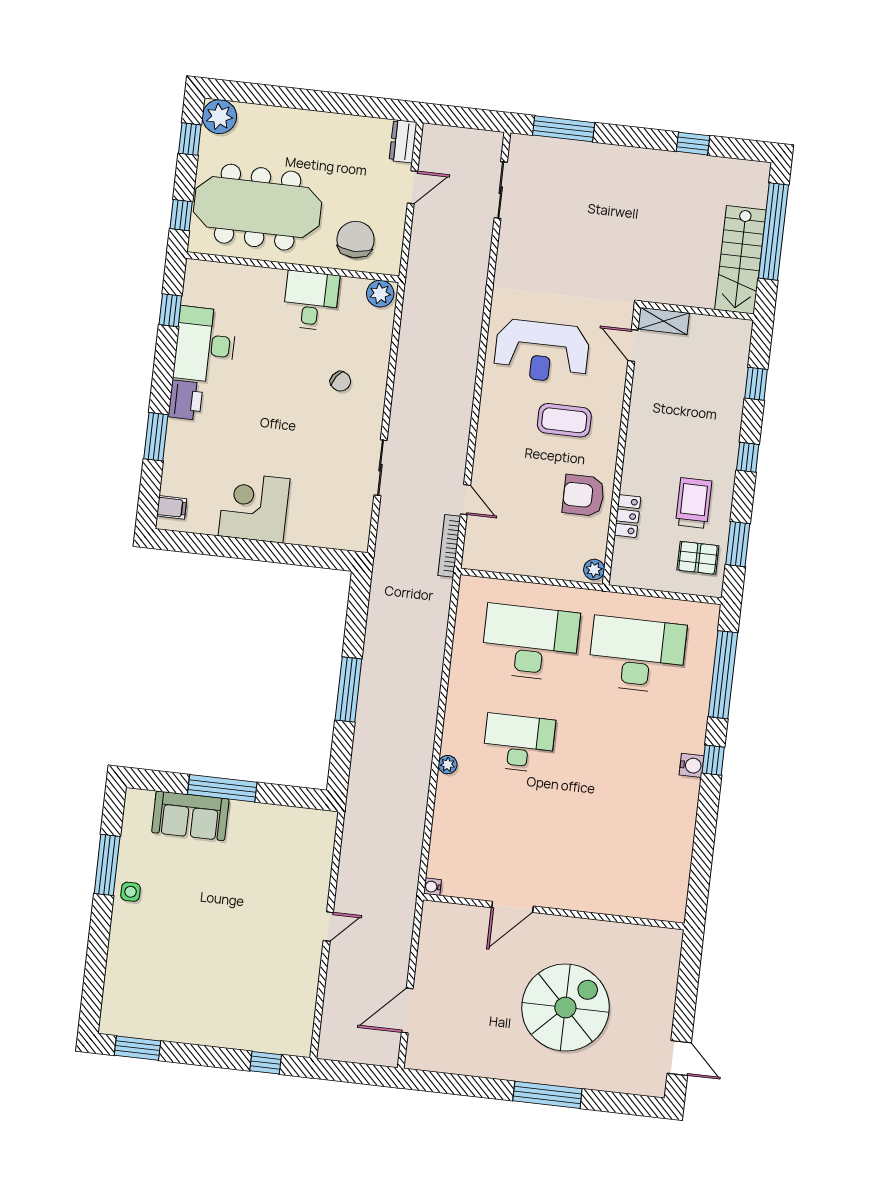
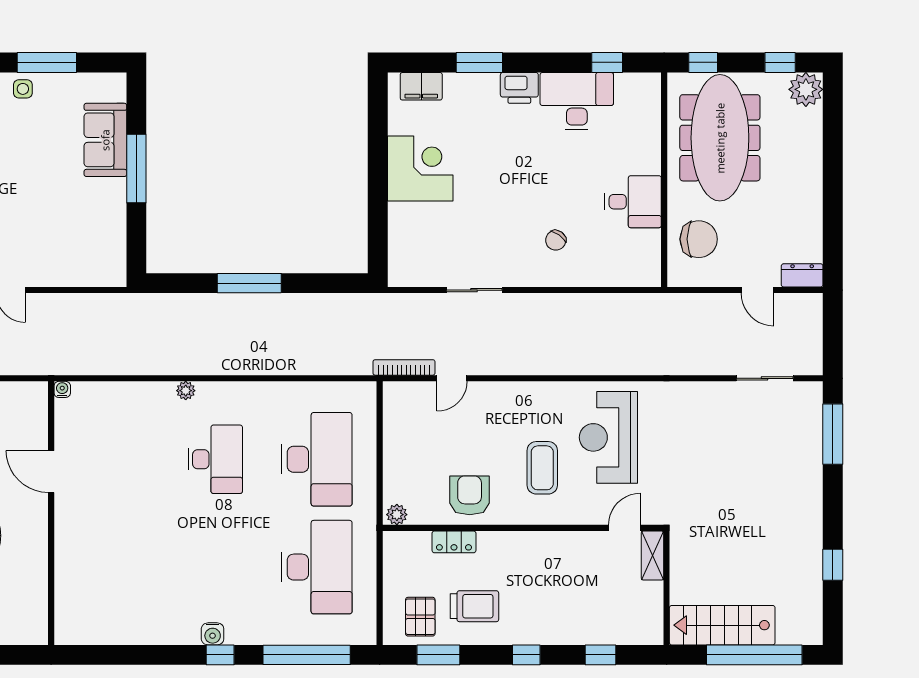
plant: (380, 294) -> (648, 270), removed
filing cabinet: (172, 507) -> (421, 86), width x2.00

